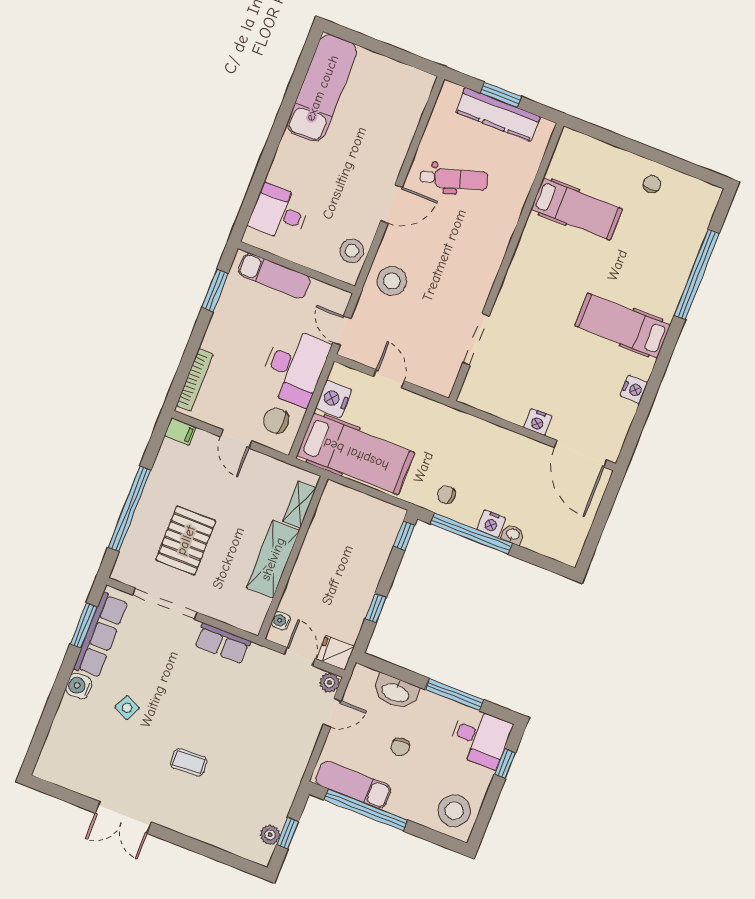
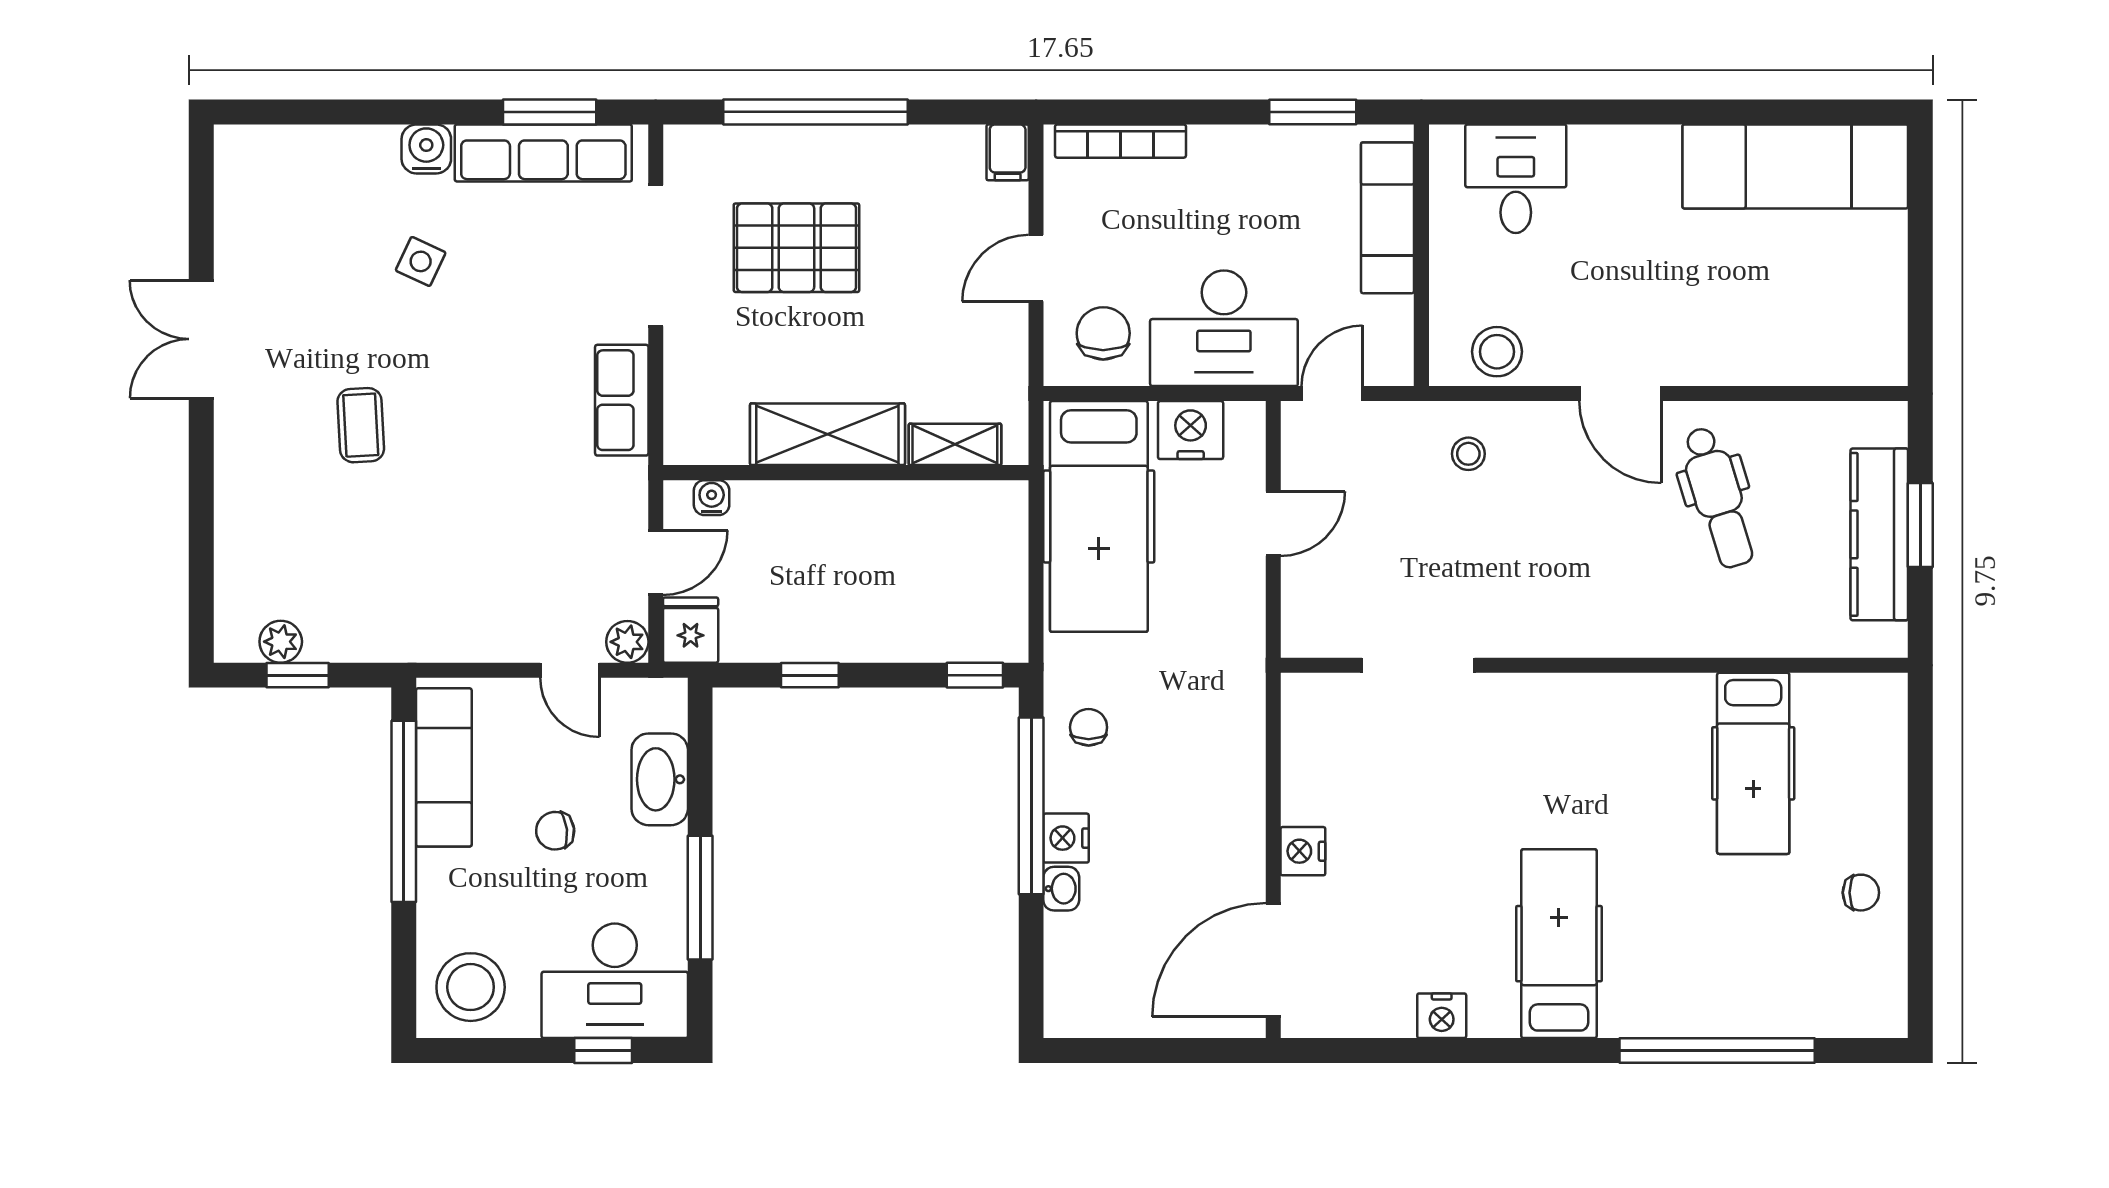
stool: (392, 281) -> (1468, 454), width x0.53, depth x0.53
desk: (480, 738) -> (615, 981), width x1.37

